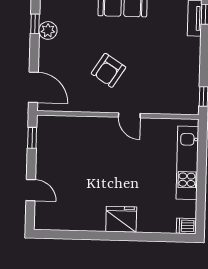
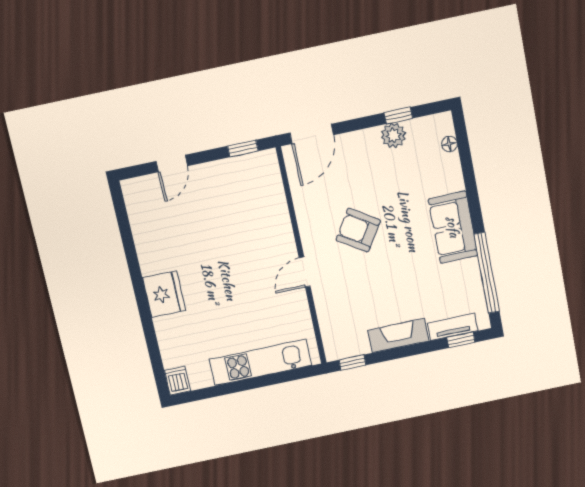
fireplace: (192, 59) -> (398, 336), added

